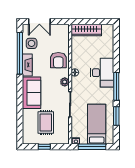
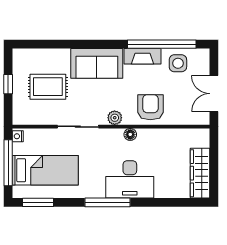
double door: (39, 21) -> (214, 94), moved
wardrobe: (86, 30) -> (200, 173), moved
armchair: (58, 60) -> (150, 107), turned 90
window: (116, 116) -> (38, 202), moved

